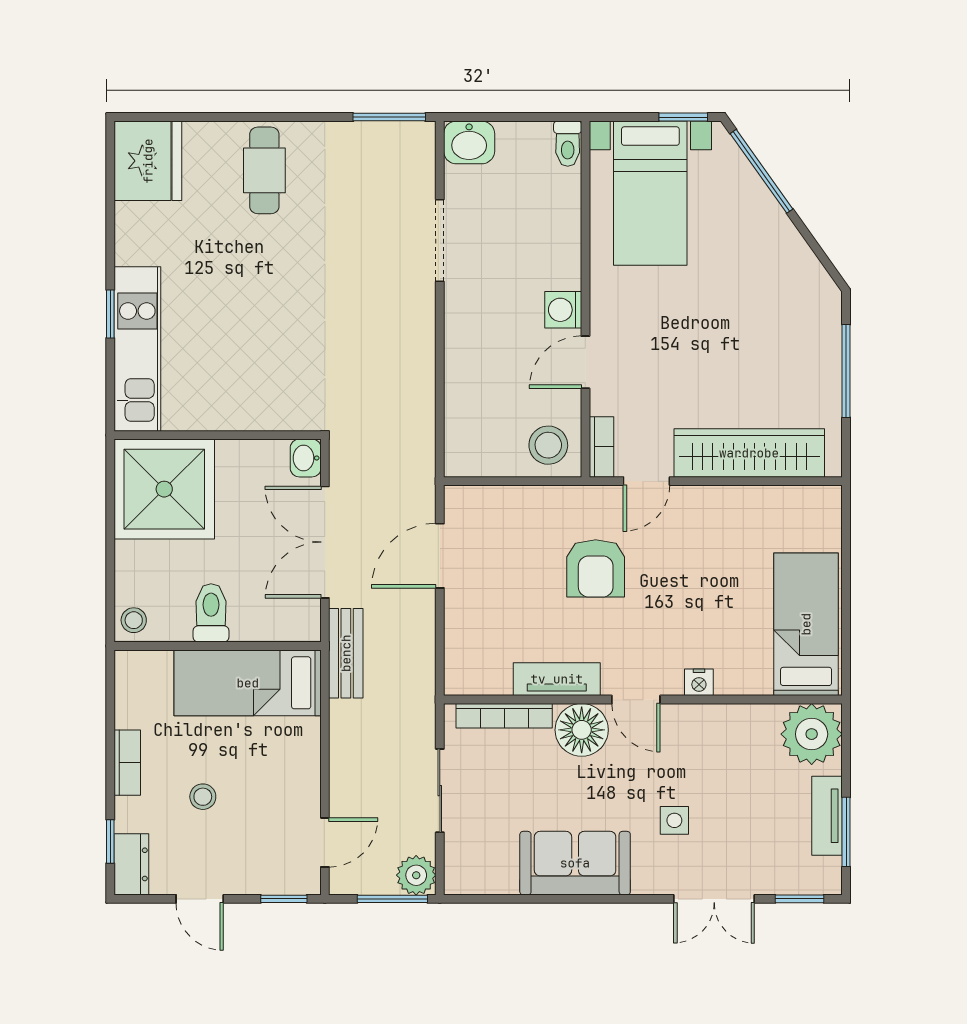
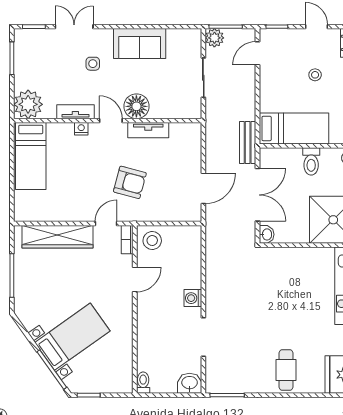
bed with nightstands: (650, 193) -> (72, 337), moved, turned 55
washing machine: (563, 310) -> (193, 298), moved, turned 180
armchair: (596, 568) -> (130, 182), turned 105
bookcase: (504, 716) -> (173, 113), removed
tv unit: (827, 816) -> (75, 112), moved, turned -90

